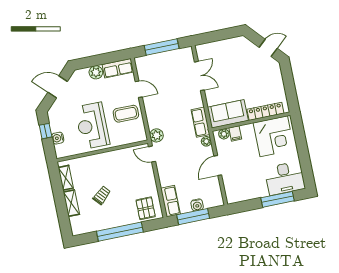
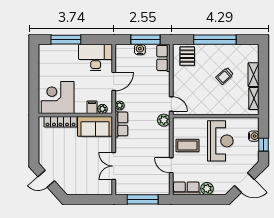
desk: (285, 178) -> (96, 57), moved

